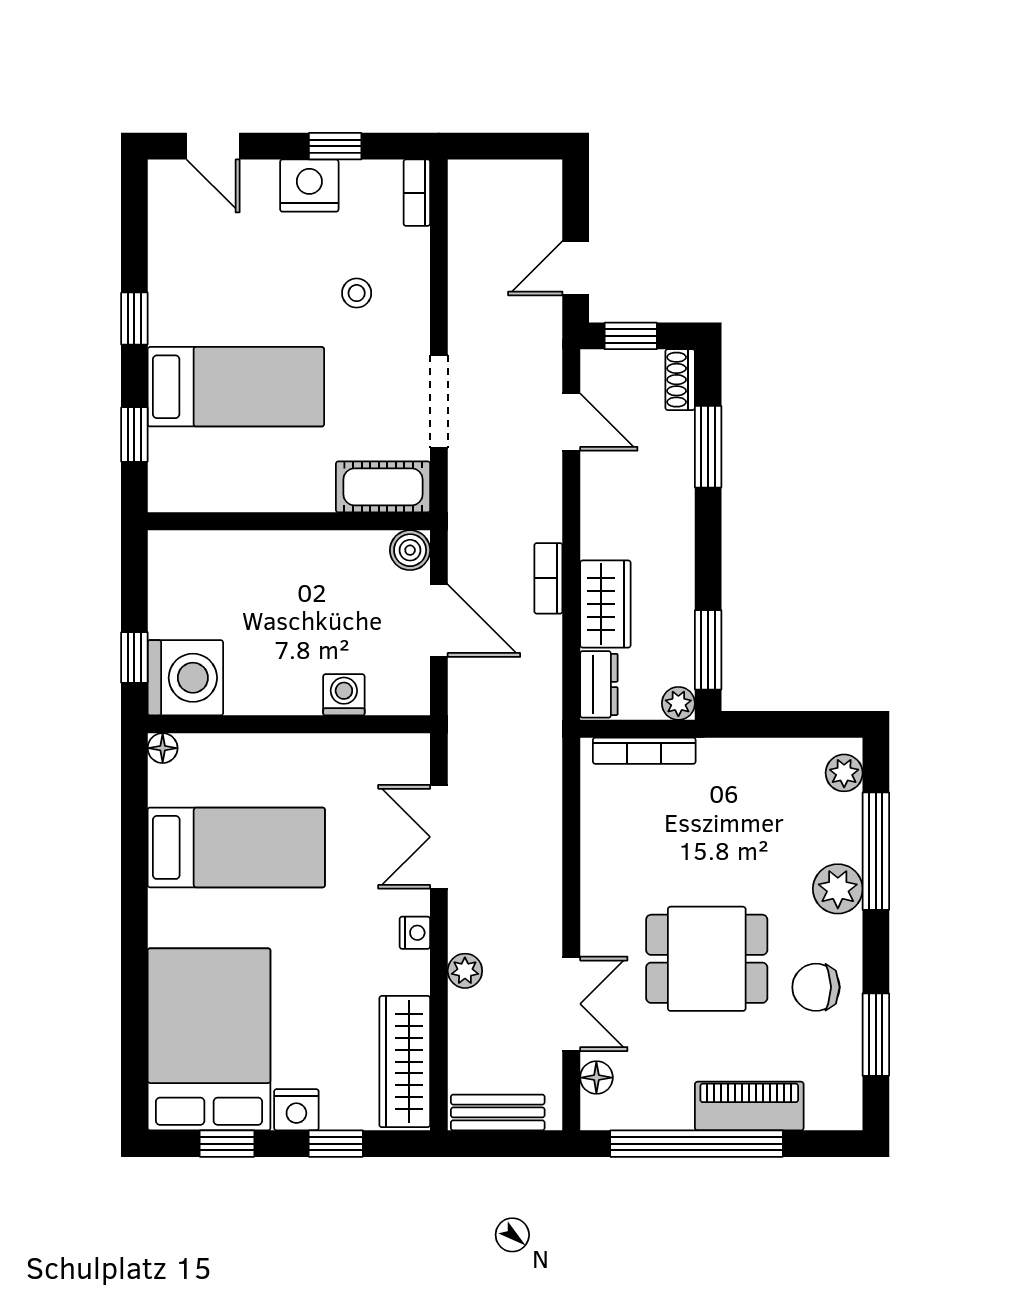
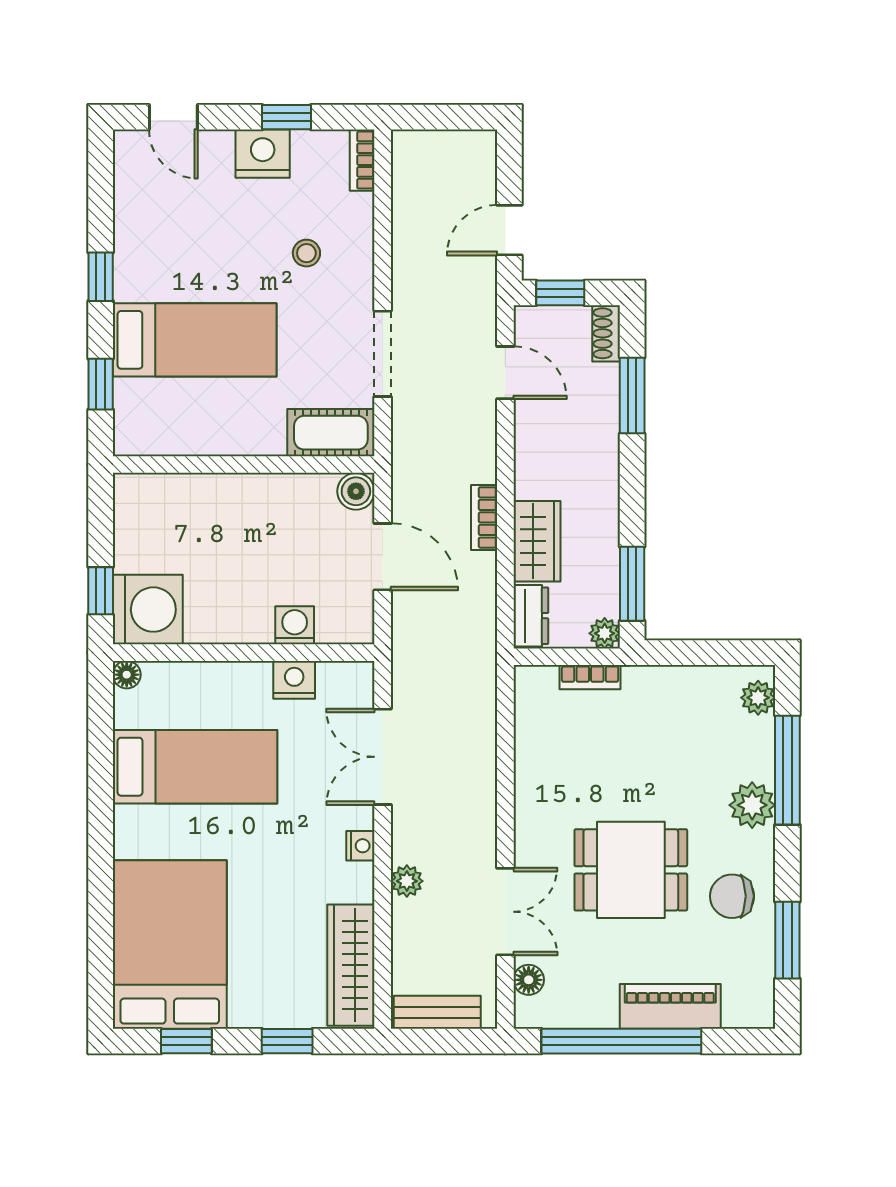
bookcase: (644, 751) -> (590, 677), width x0.64
nightstand: (296, 1110) -> (294, 680), moved, turned 180

